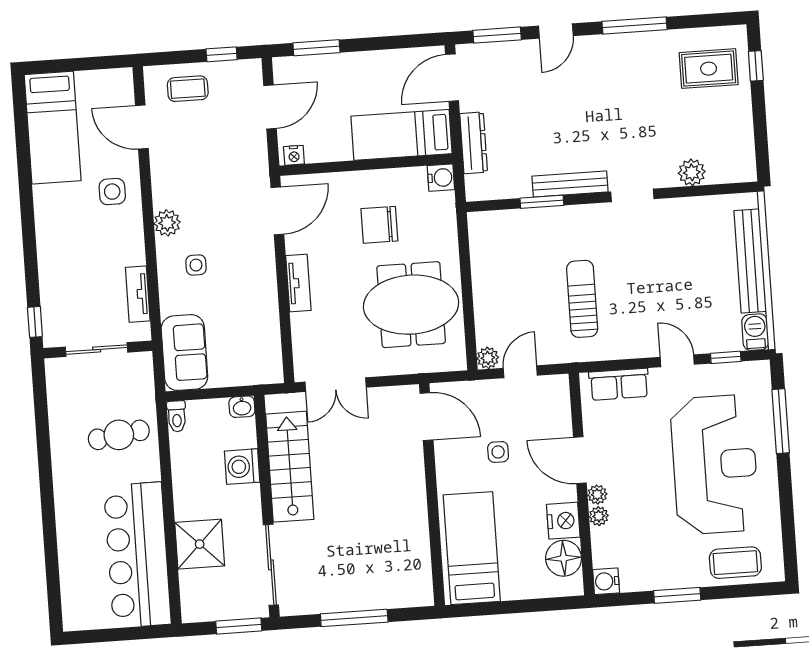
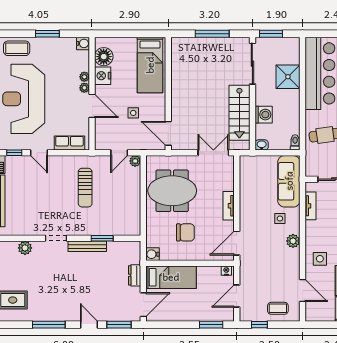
door: (556, 31) -> (89, 325), hinge flipped
dresser: (474, 143) -> (135, 275), width x0.70
sofa: (184, 353) -> (289, 181), width x1.36

